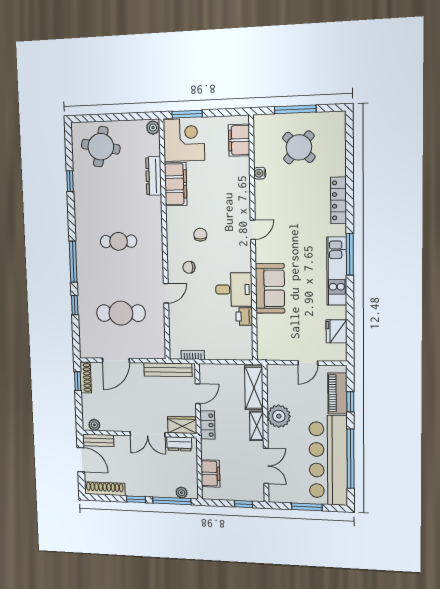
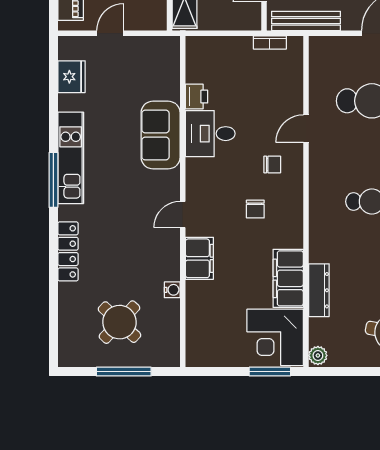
filing cabinet: (239, 140) -> (199, 258), moved

